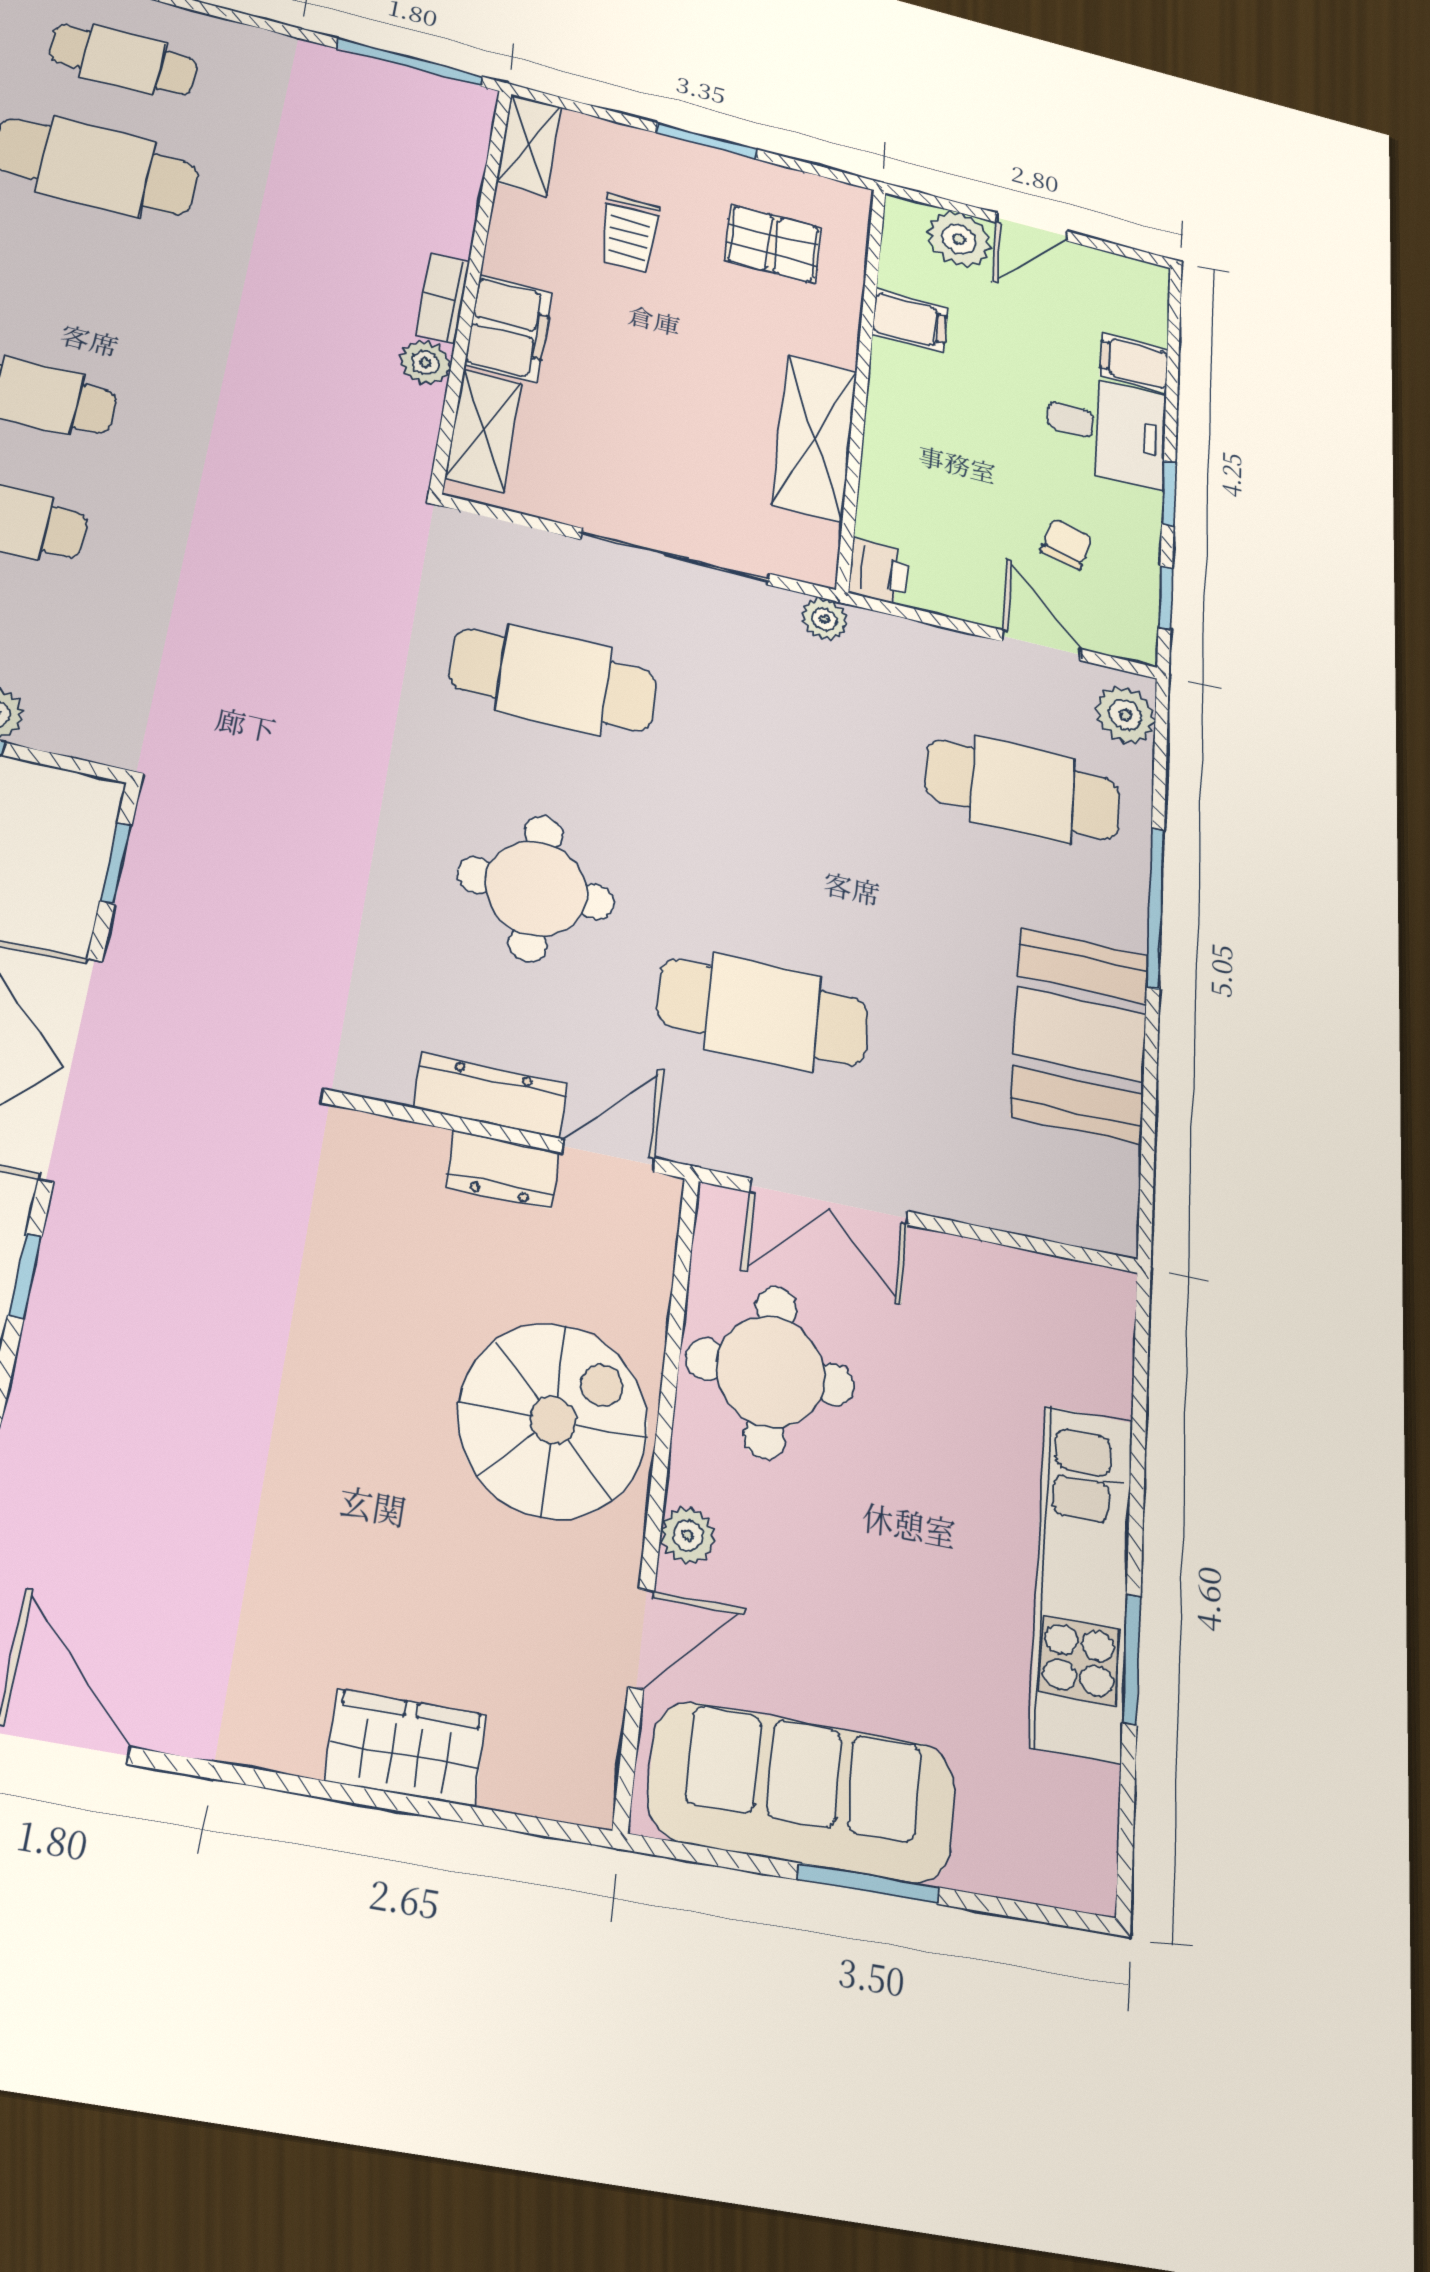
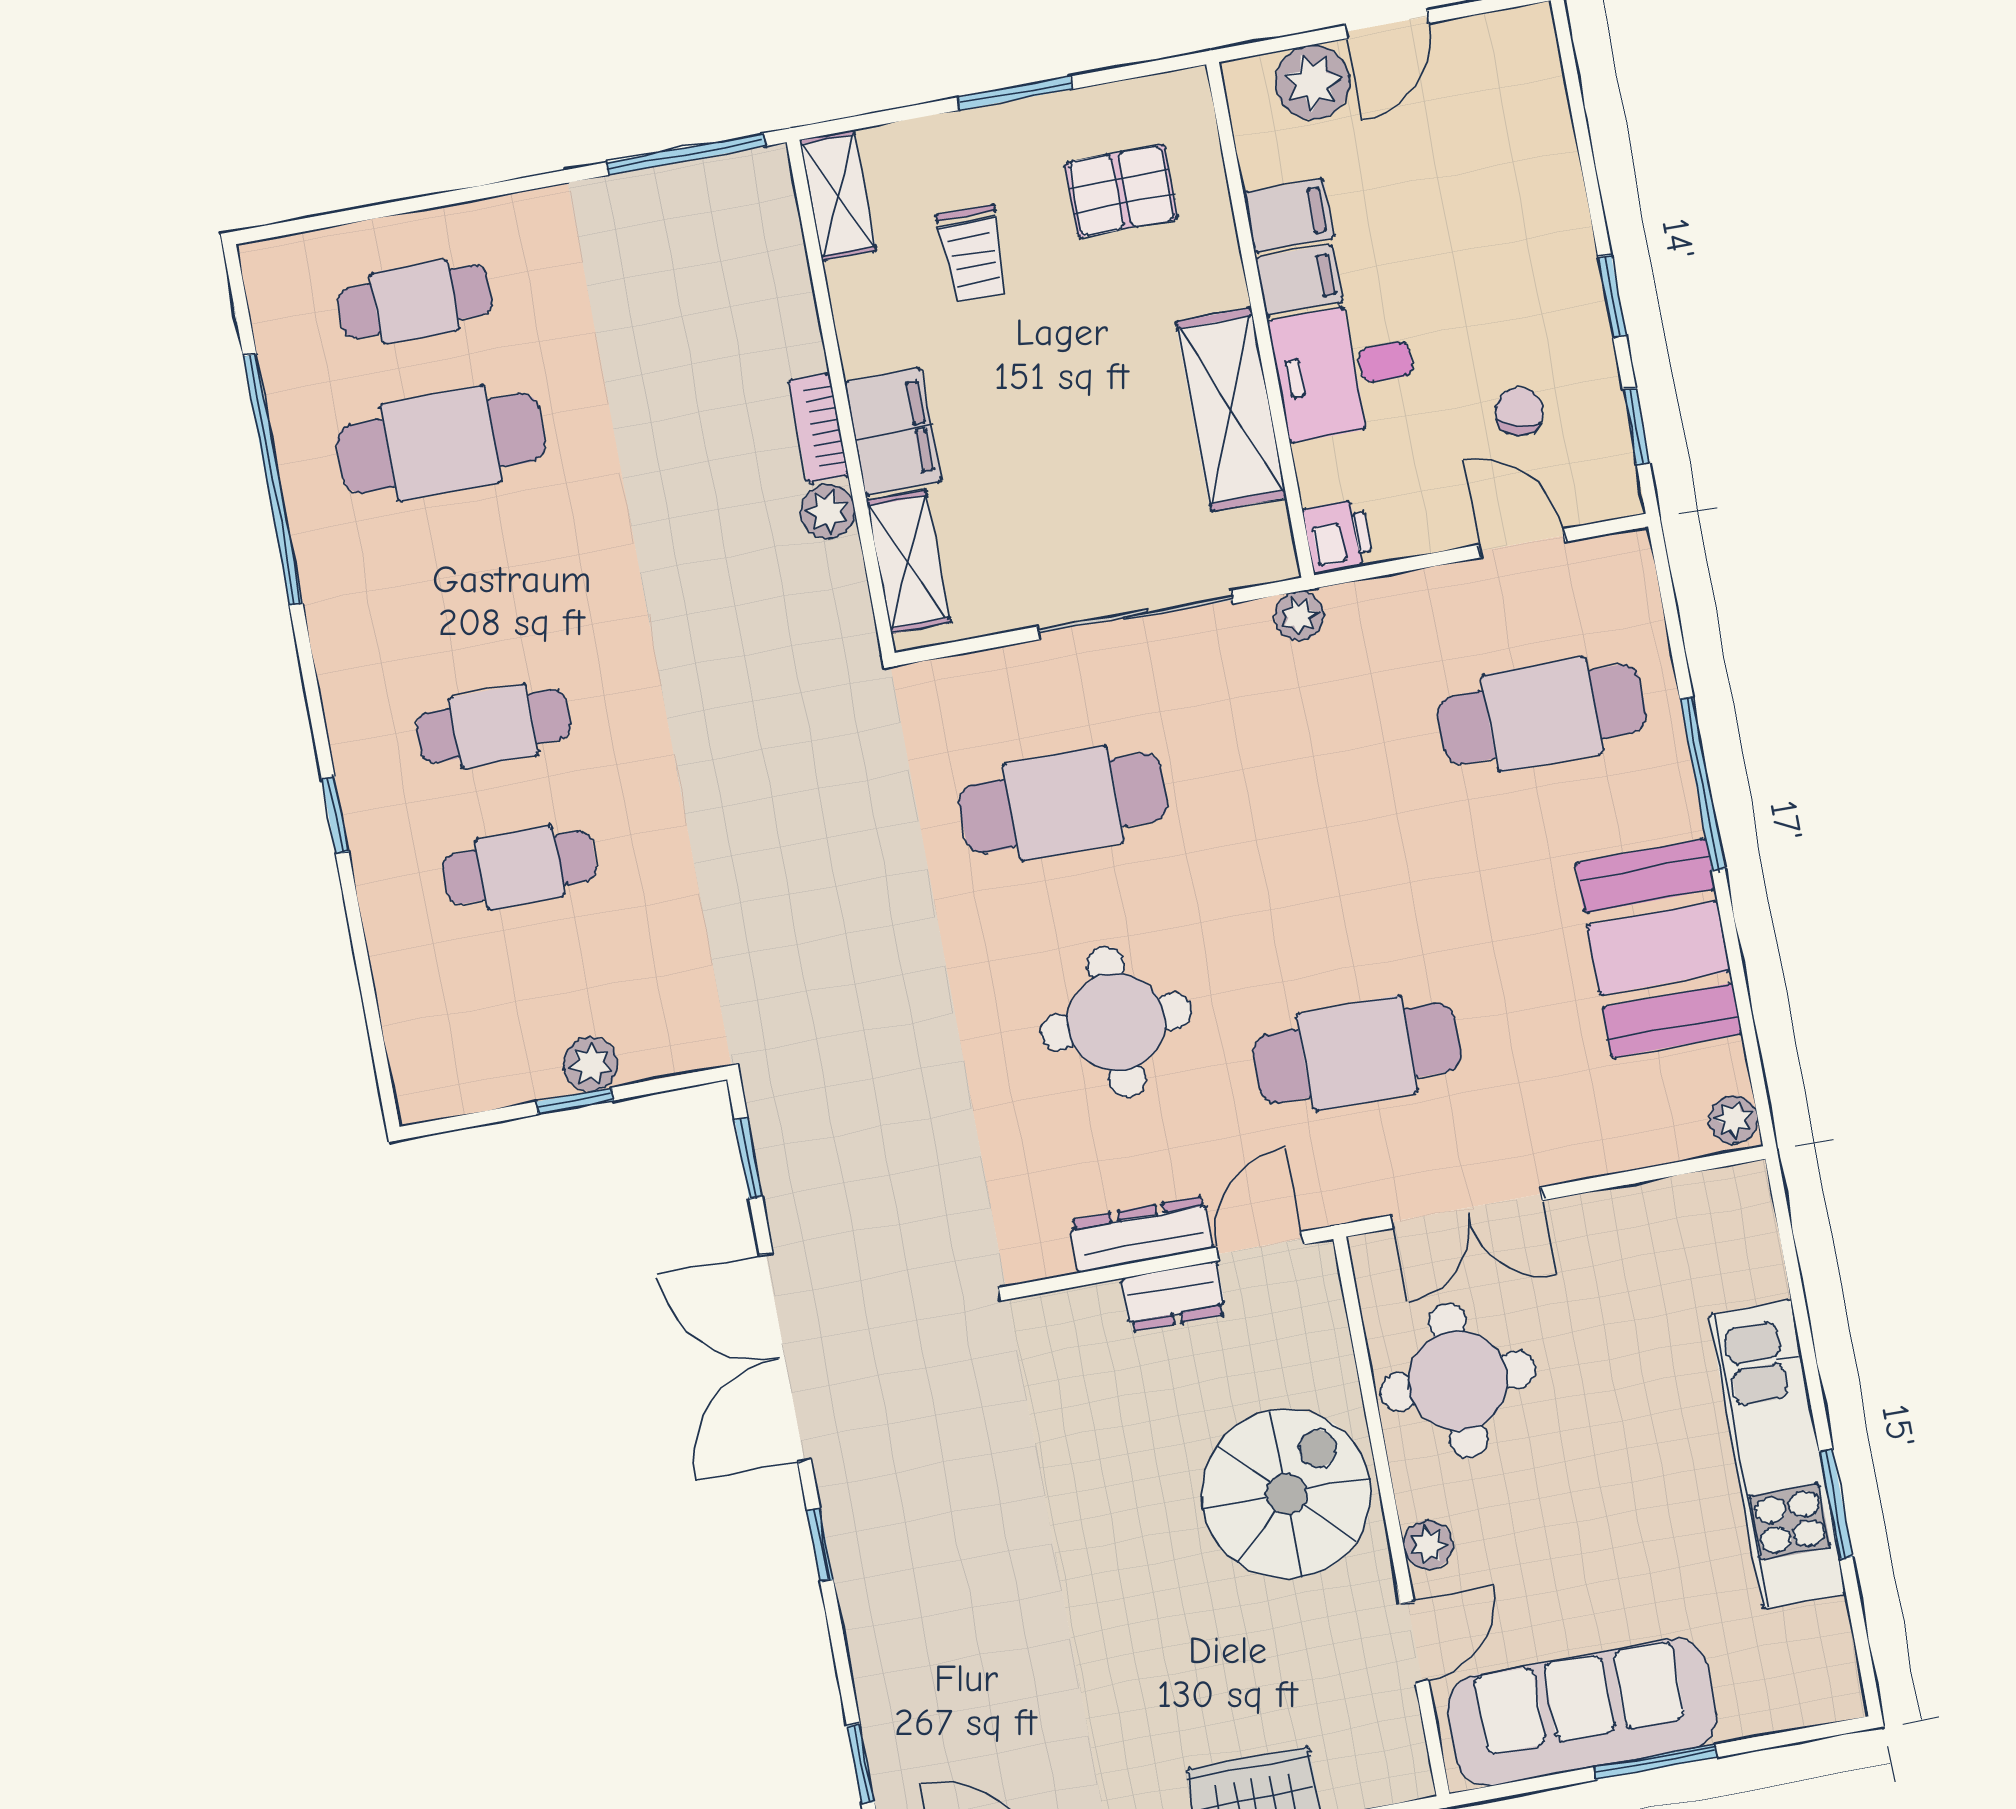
filing cabinet: (1134, 362) -> (1299, 280), moved, turned 180
desk: (1106, 429) -> (1344, 370), moved, turned 180
plant: (1125, 715) -> (1734, 1120), moved, width x0.73, depth x0.73

